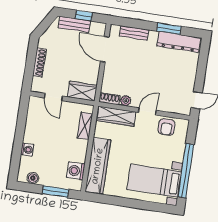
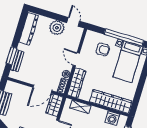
window: (169, 29) -> (11, 56), moved
door: (105, 49) -> (42, 89), moved
plant: (186, 79) -> (57, 28), added
armchair: (167, 127) -> (103, 49), moved

